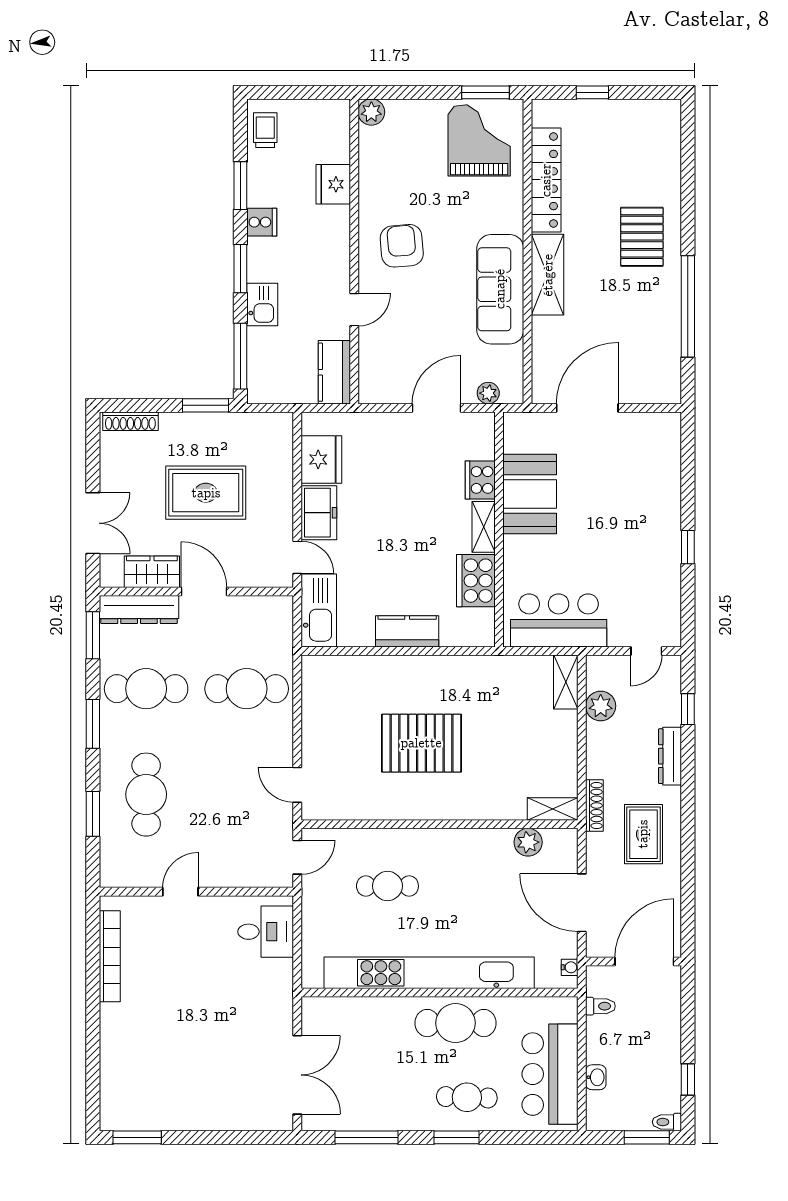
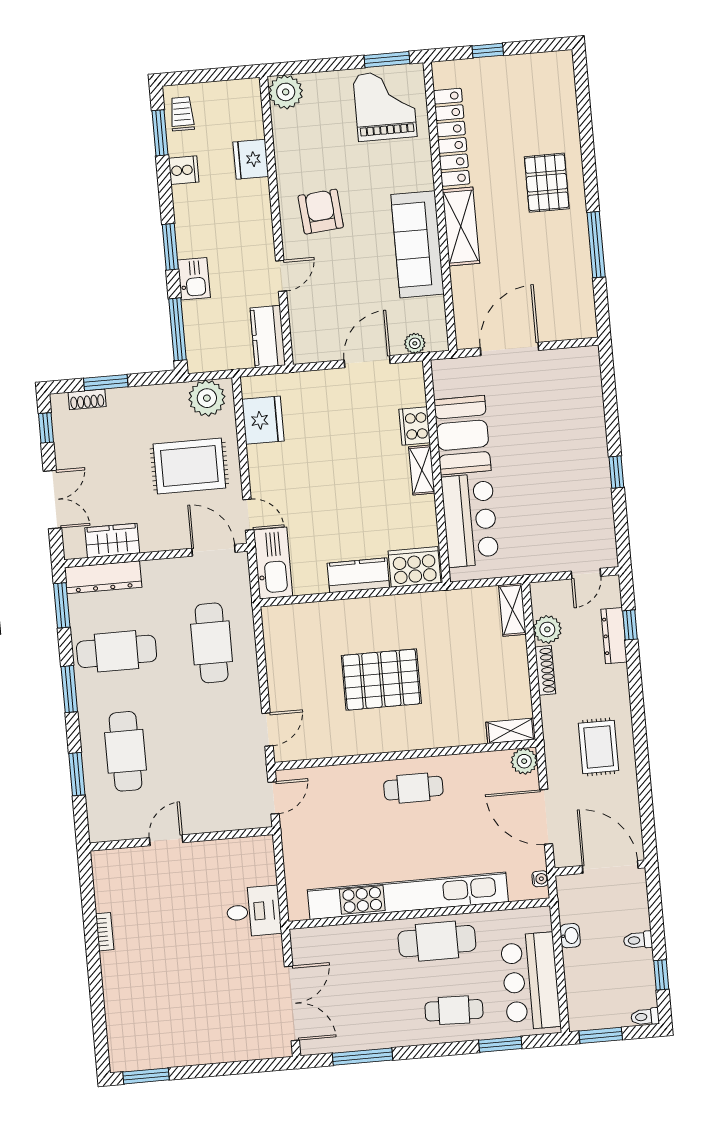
plant: (371, 112) -> (286, 92), width x1.36, depth x1.36
window: (240, 186) -> (160, 133), moved
cooker: (262, 222) -> (184, 170), moved
window: (688, 306) -> (596, 245), width x0.68
window: (205, 405) -> (106, 383), moved
shoe rack: (130, 421) -> (87, 399), width x0.70
plant: (265, 431) -> (207, 398), added
window: (93, 447) -> (46, 428), added
rug: (206, 493) -> (189, 466), moved
freezer: (319, 513) -> (265, 471), removed
cooker: (476, 581) -> (415, 567), moved, turned 90
door: (204, 592) -> (213, 550), moved
bar counter: (559, 620) -> (470, 520), moved, turned 90
cafe table: (247, 689) -> (212, 643), turned 90
dresser: (670, 756) -> (614, 636), moved
door: (297, 785) -> (267, 730), swing flipped
shoe rack: (594, 805) -> (545, 670), moved
plant: (528, 842) -> (524, 761), moved
cafe table: (387, 886) -> (413, 788), moved
desk: (266, 932) -> (254, 911), moved
bookcase: (110, 956) -> (105, 932), width x0.43, depth x0.76
door: (644, 961) -> (610, 867), hinge flipped
toilet: (600, 1006) -> (638, 940), moved, turned 180
washbasin: (596, 1077) -> (570, 936), moved
window: (457, 1137) -> (500, 1044), moved
window: (647, 1137) -> (601, 1035), moved

